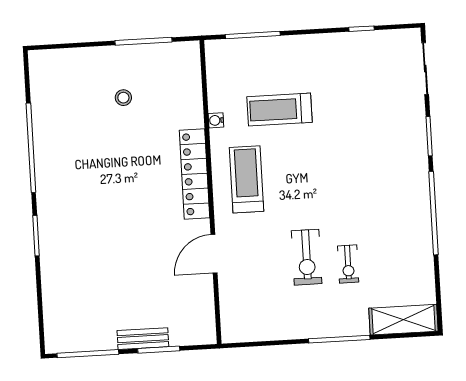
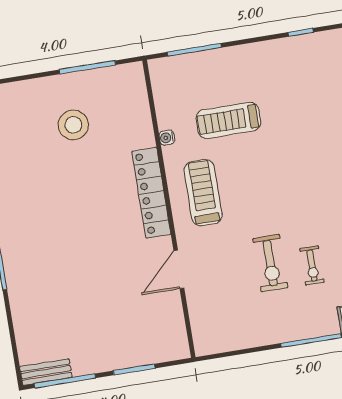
stool: (123, 98) -> (73, 125), width x1.89, depth x1.89
bench: (143, 339) -> (46, 372), moved

